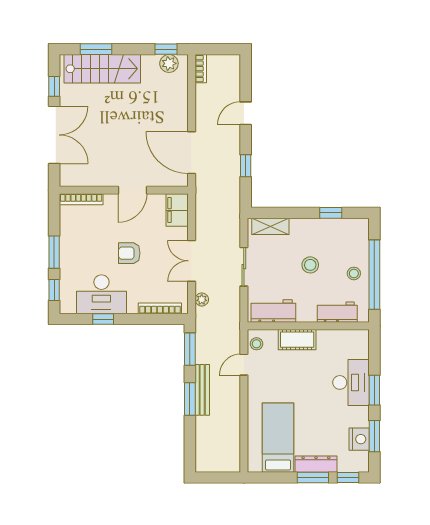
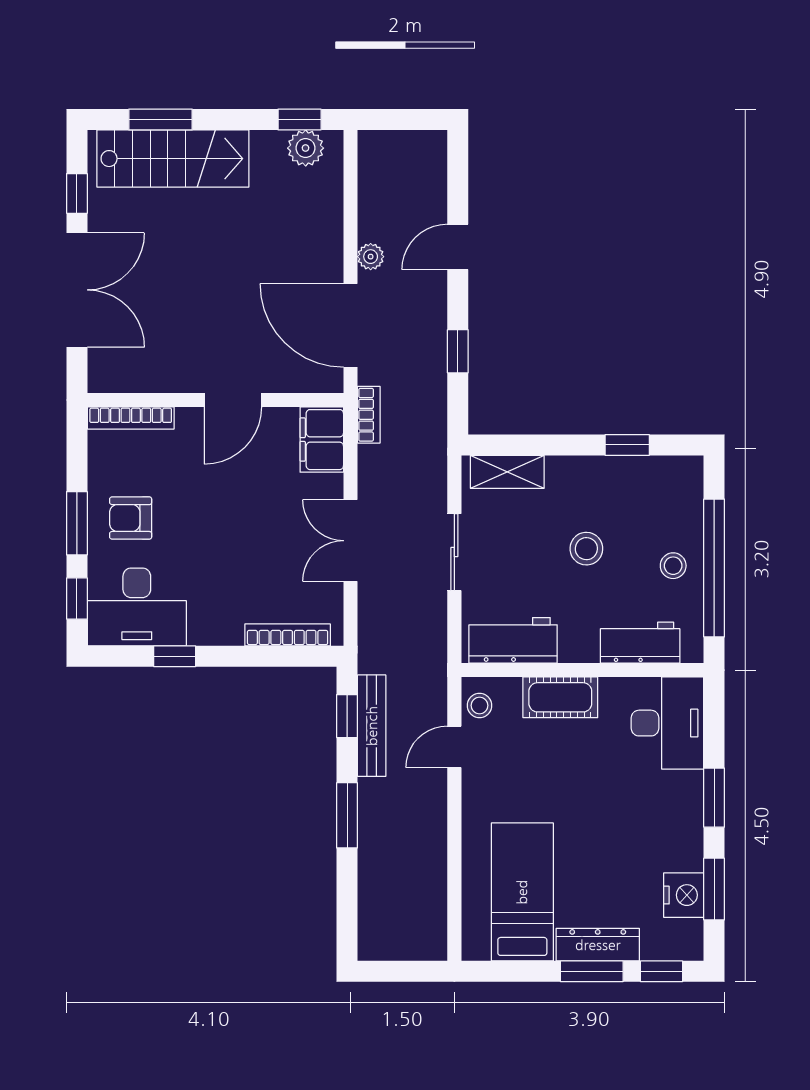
bookcase: (201, 69) -> (369, 415), moved
armchair: (129, 253) -> (131, 518), moved
desk: (101, 294) -> (137, 607), moved
plant: (202, 300) -> (371, 257), moved
window: (190, 349) -> (347, 716), width x0.67
desk: (351, 382) -> (667, 723), moved
bench: (202, 390) -> (372, 726), moved

